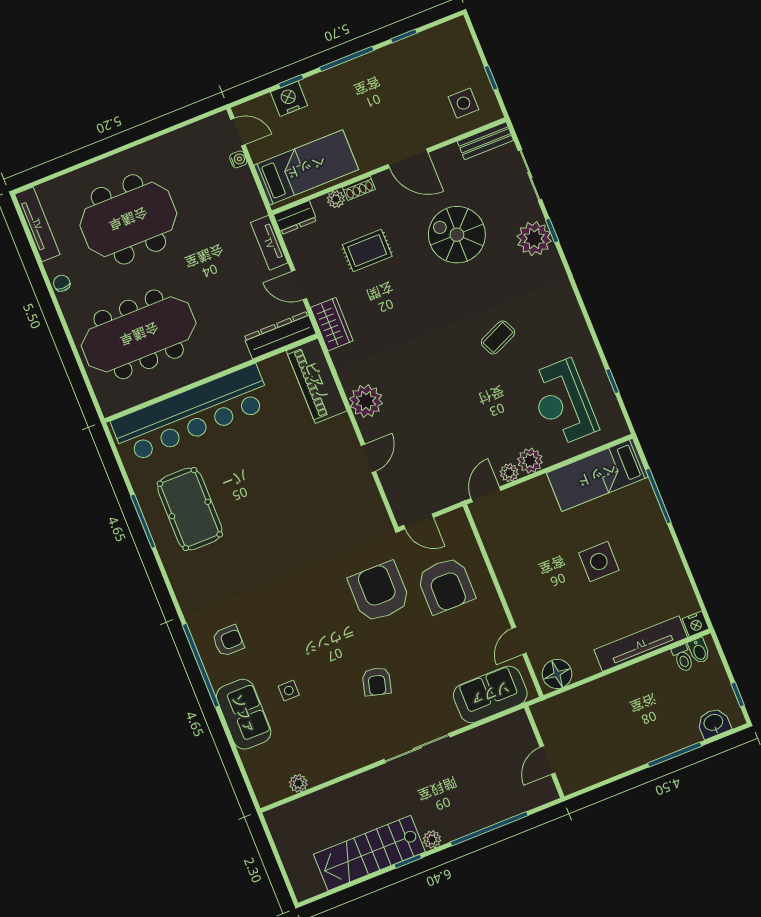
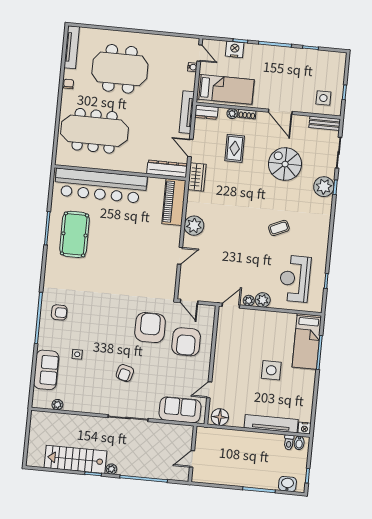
tv unit: (269, 243) -> (187, 112), width x1.41
rug: (367, 250) -> (235, 148), turned 90
bed: (597, 475) -> (307, 341), moved, turned -90
sofa: (244, 714) -> (46, 370), moved

